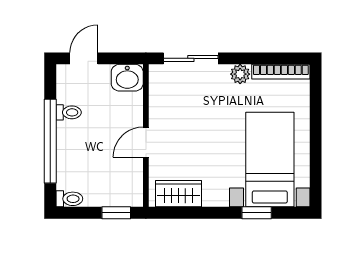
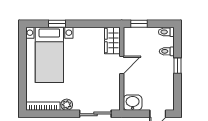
toilet: (69, 112) -> (167, 51), moved
window: (50, 141) -> (177, 66), width x0.32
wardrobe: (179, 194) -> (112, 41), moved, turned 90

